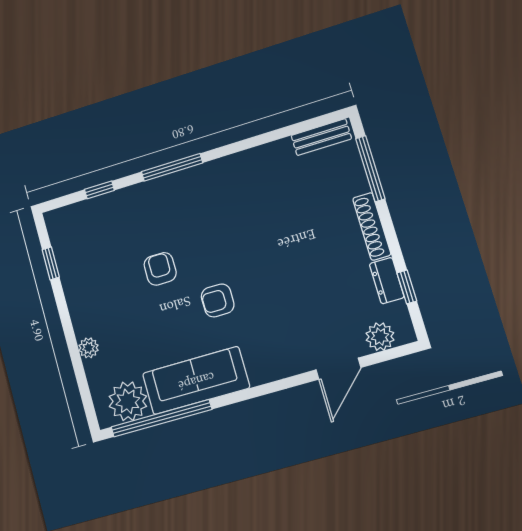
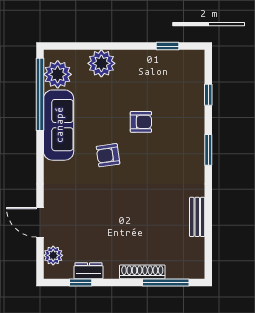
bench: (321, 137) -> (197, 217), moved
window: (172, 167) -> (208, 150), width x0.69
shoe rack: (372, 226) -> (142, 272), moved
armchair: (218, 300) -> (108, 155), turned -98
plant: (89, 348) -> (101, 63), width x1.88, depth x1.88

